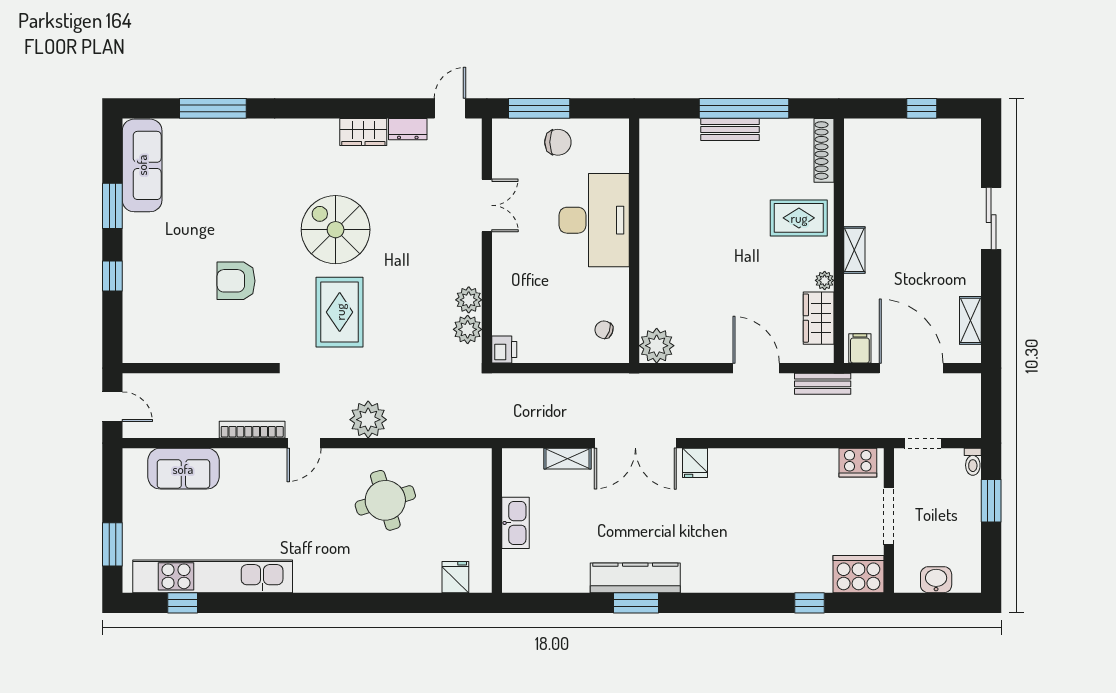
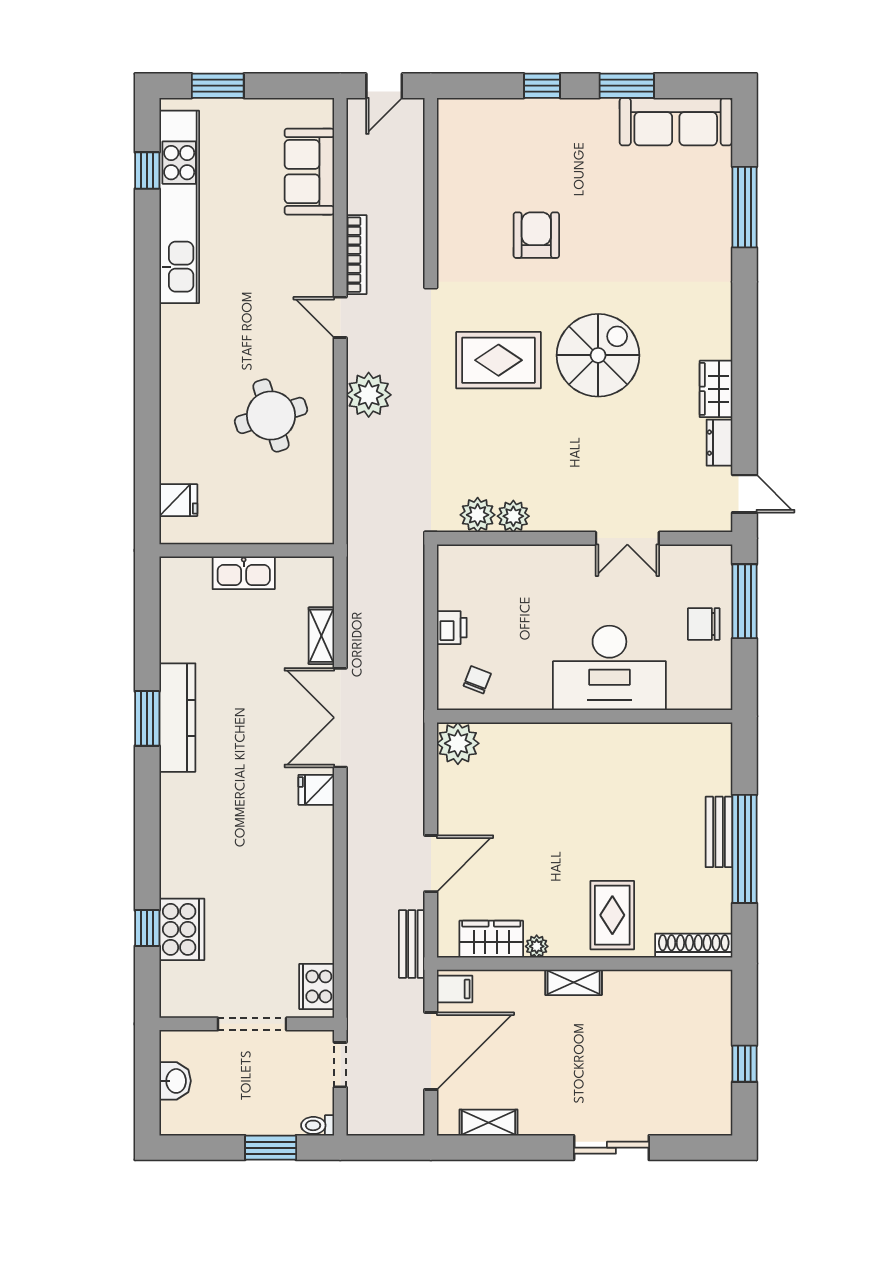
chair: (558, 142) -> (704, 624), turned 90
printer: (504, 350) -> (452, 628), moved, turned -90
cooker: (858, 574) -> (182, 929), moved

